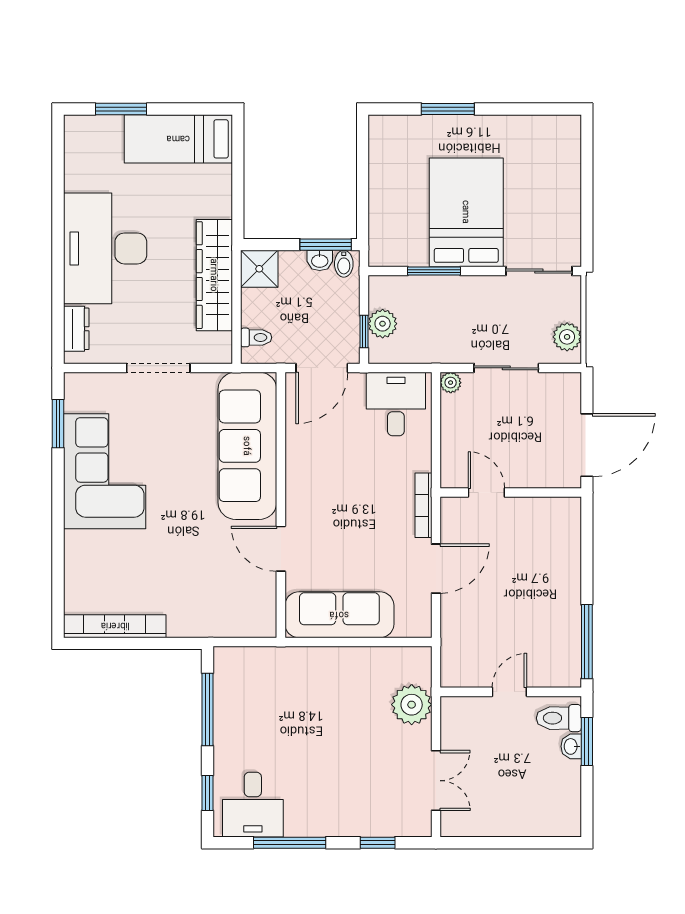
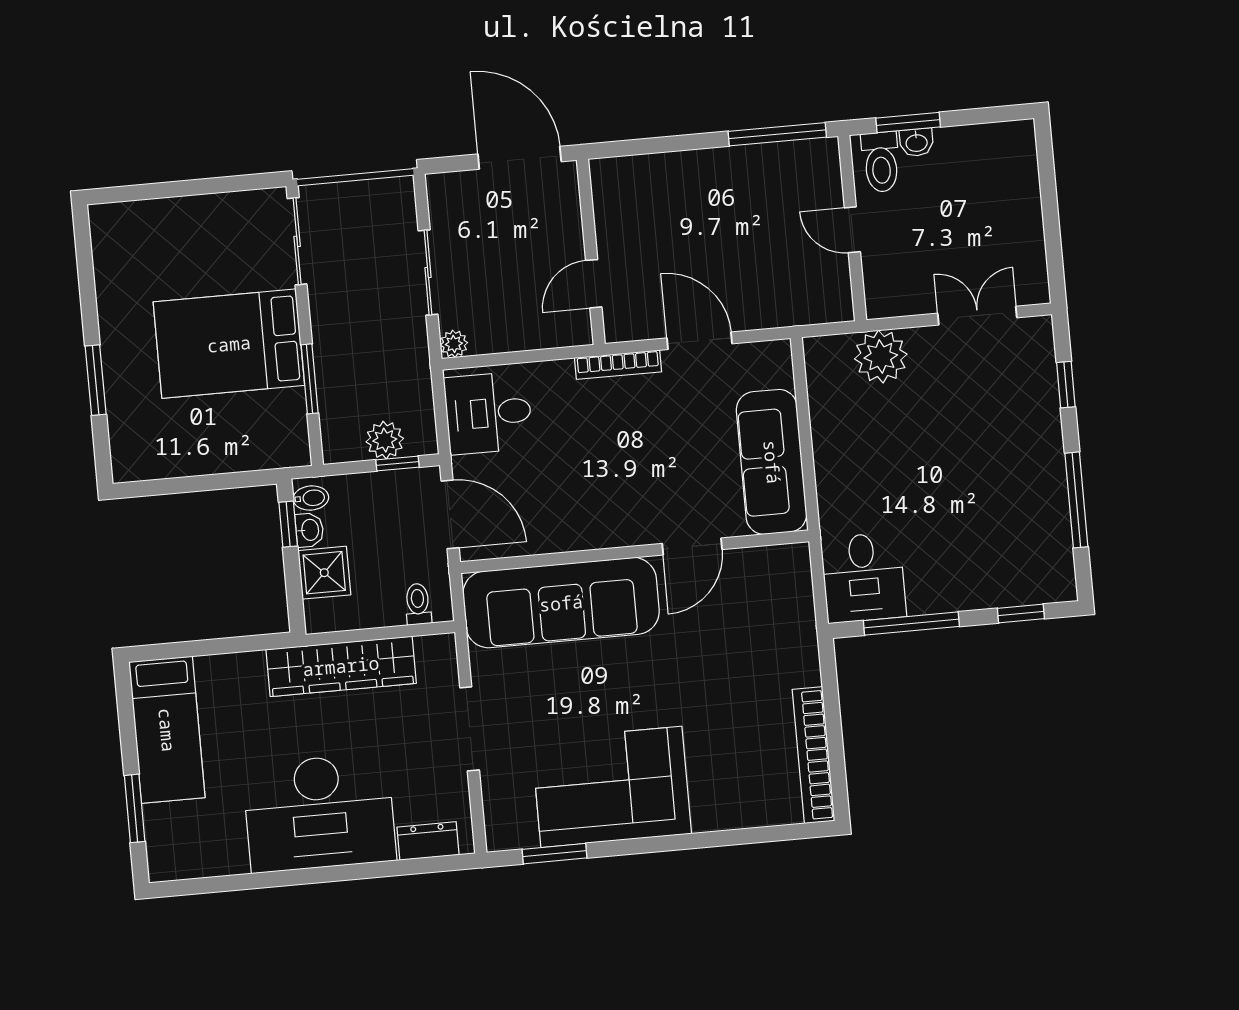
window: (326, 245) -> (288, 524), width x0.67
shower: (259, 269) -> (324, 573), moved
plant: (567, 337) -> (380, 197), removed
desk: (253, 805) -> (864, 578), moved, turned 90

